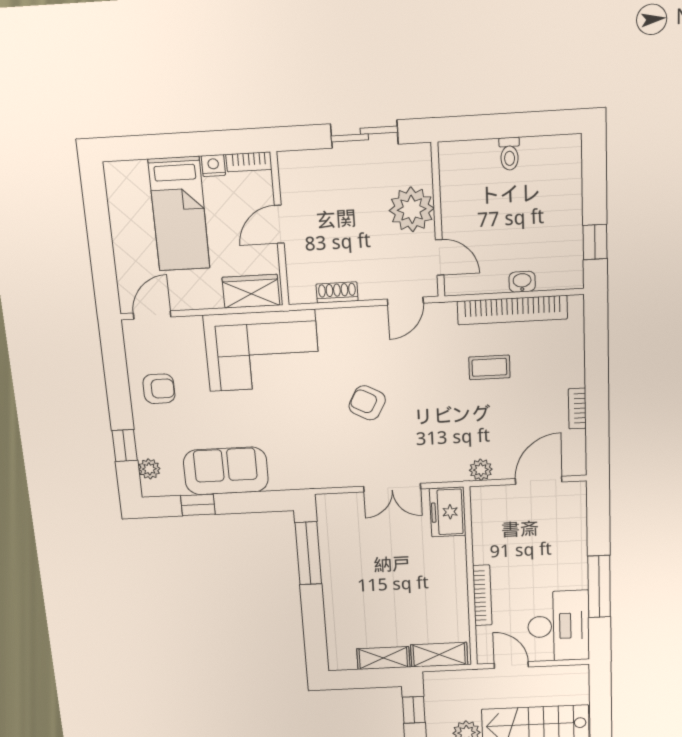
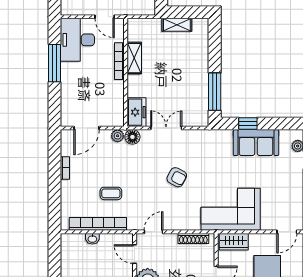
window: (595, 242) -> (54, 258), removed
shoe rack: (337, 292) -> (193, 239), width x1.43
armchair: (159, 389) -> (288, 191), removed
floor lamp: (453, 469) -> (132, 137), added
window: (198, 505) -> (248, 124), moved
shelving: (439, 655) -> (134, 58), moved, turned 90

